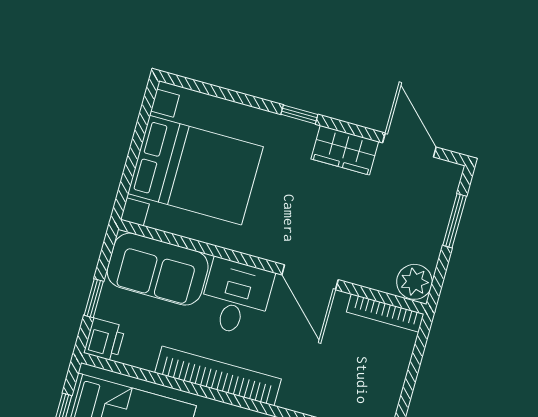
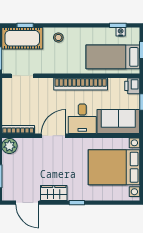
door: (310, 277) -> (54, 136), hinge flipped

